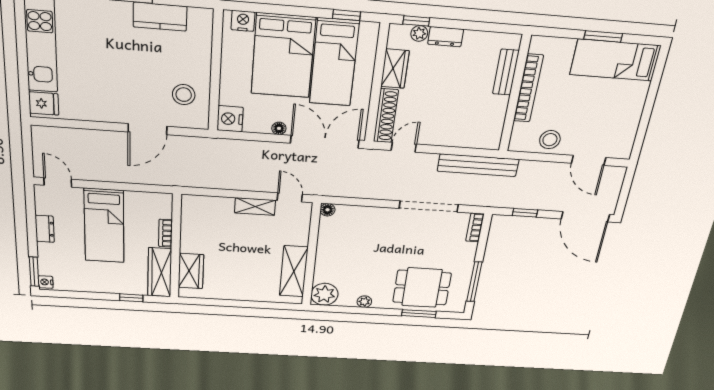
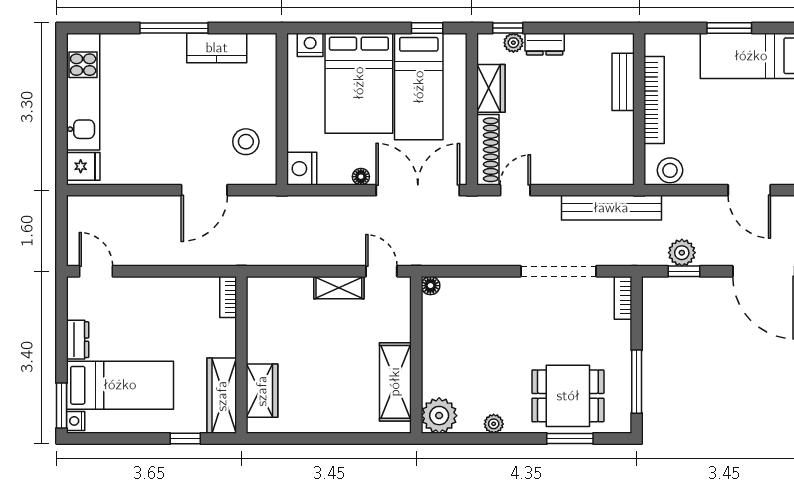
stool: (550, 140) -> (670, 170), moved
plant: (526, 200) -> (682, 253), added
bed: (104, 226) -> (120, 385), moved, turned -90
bookcase: (165, 233) -> (228, 297), moved

